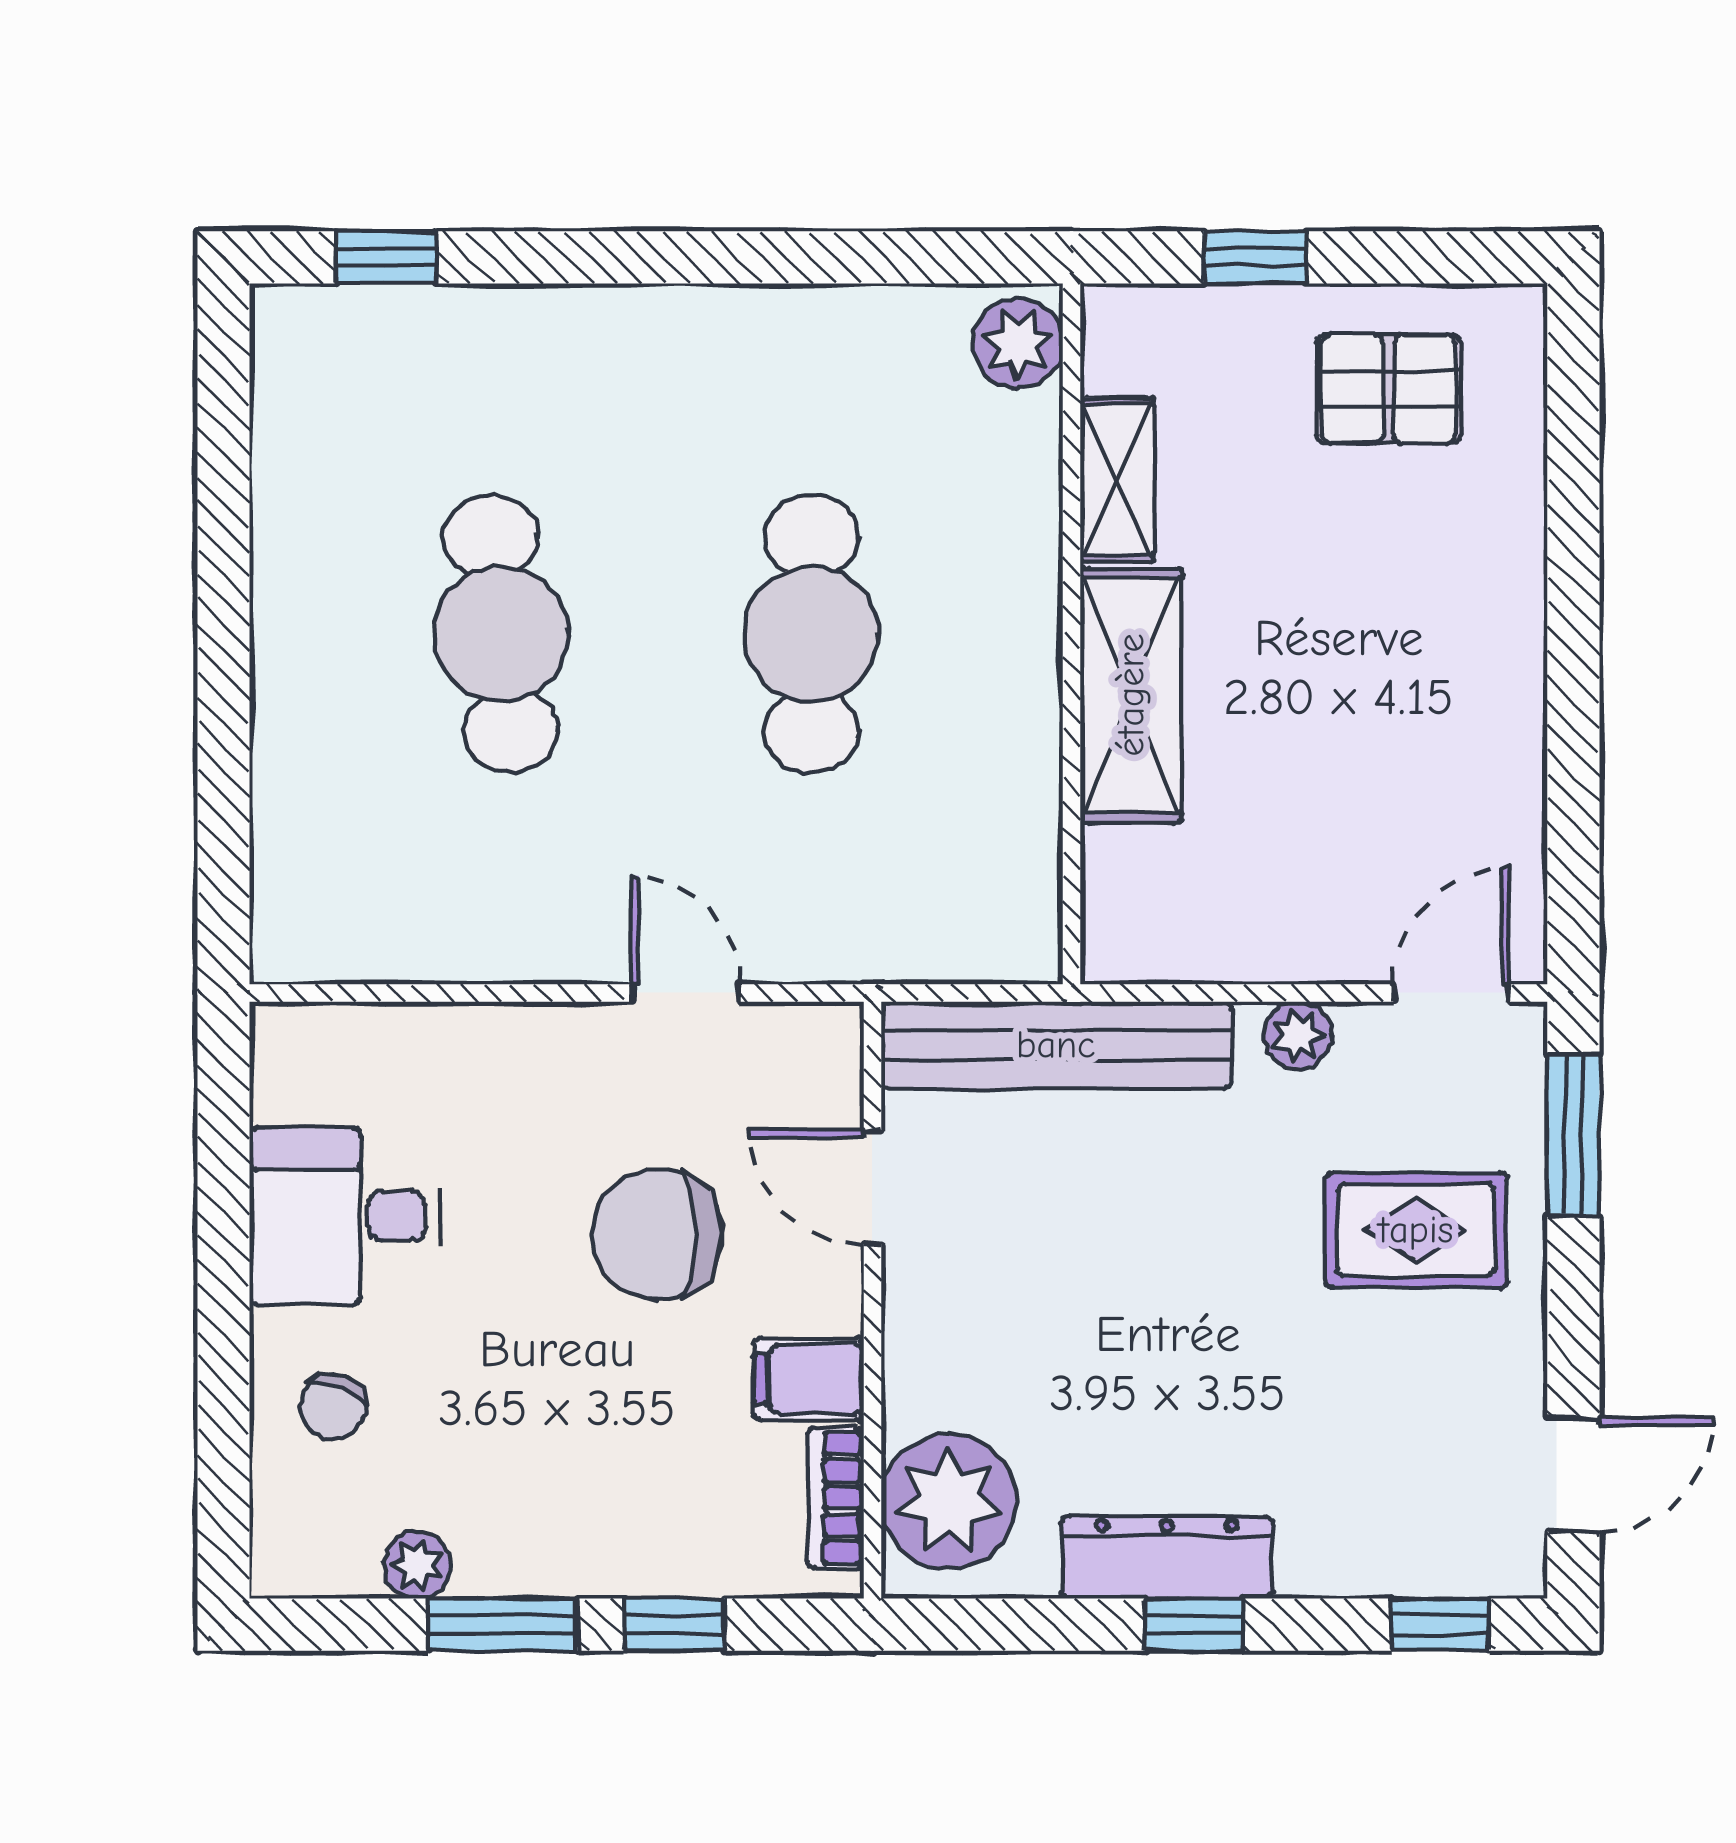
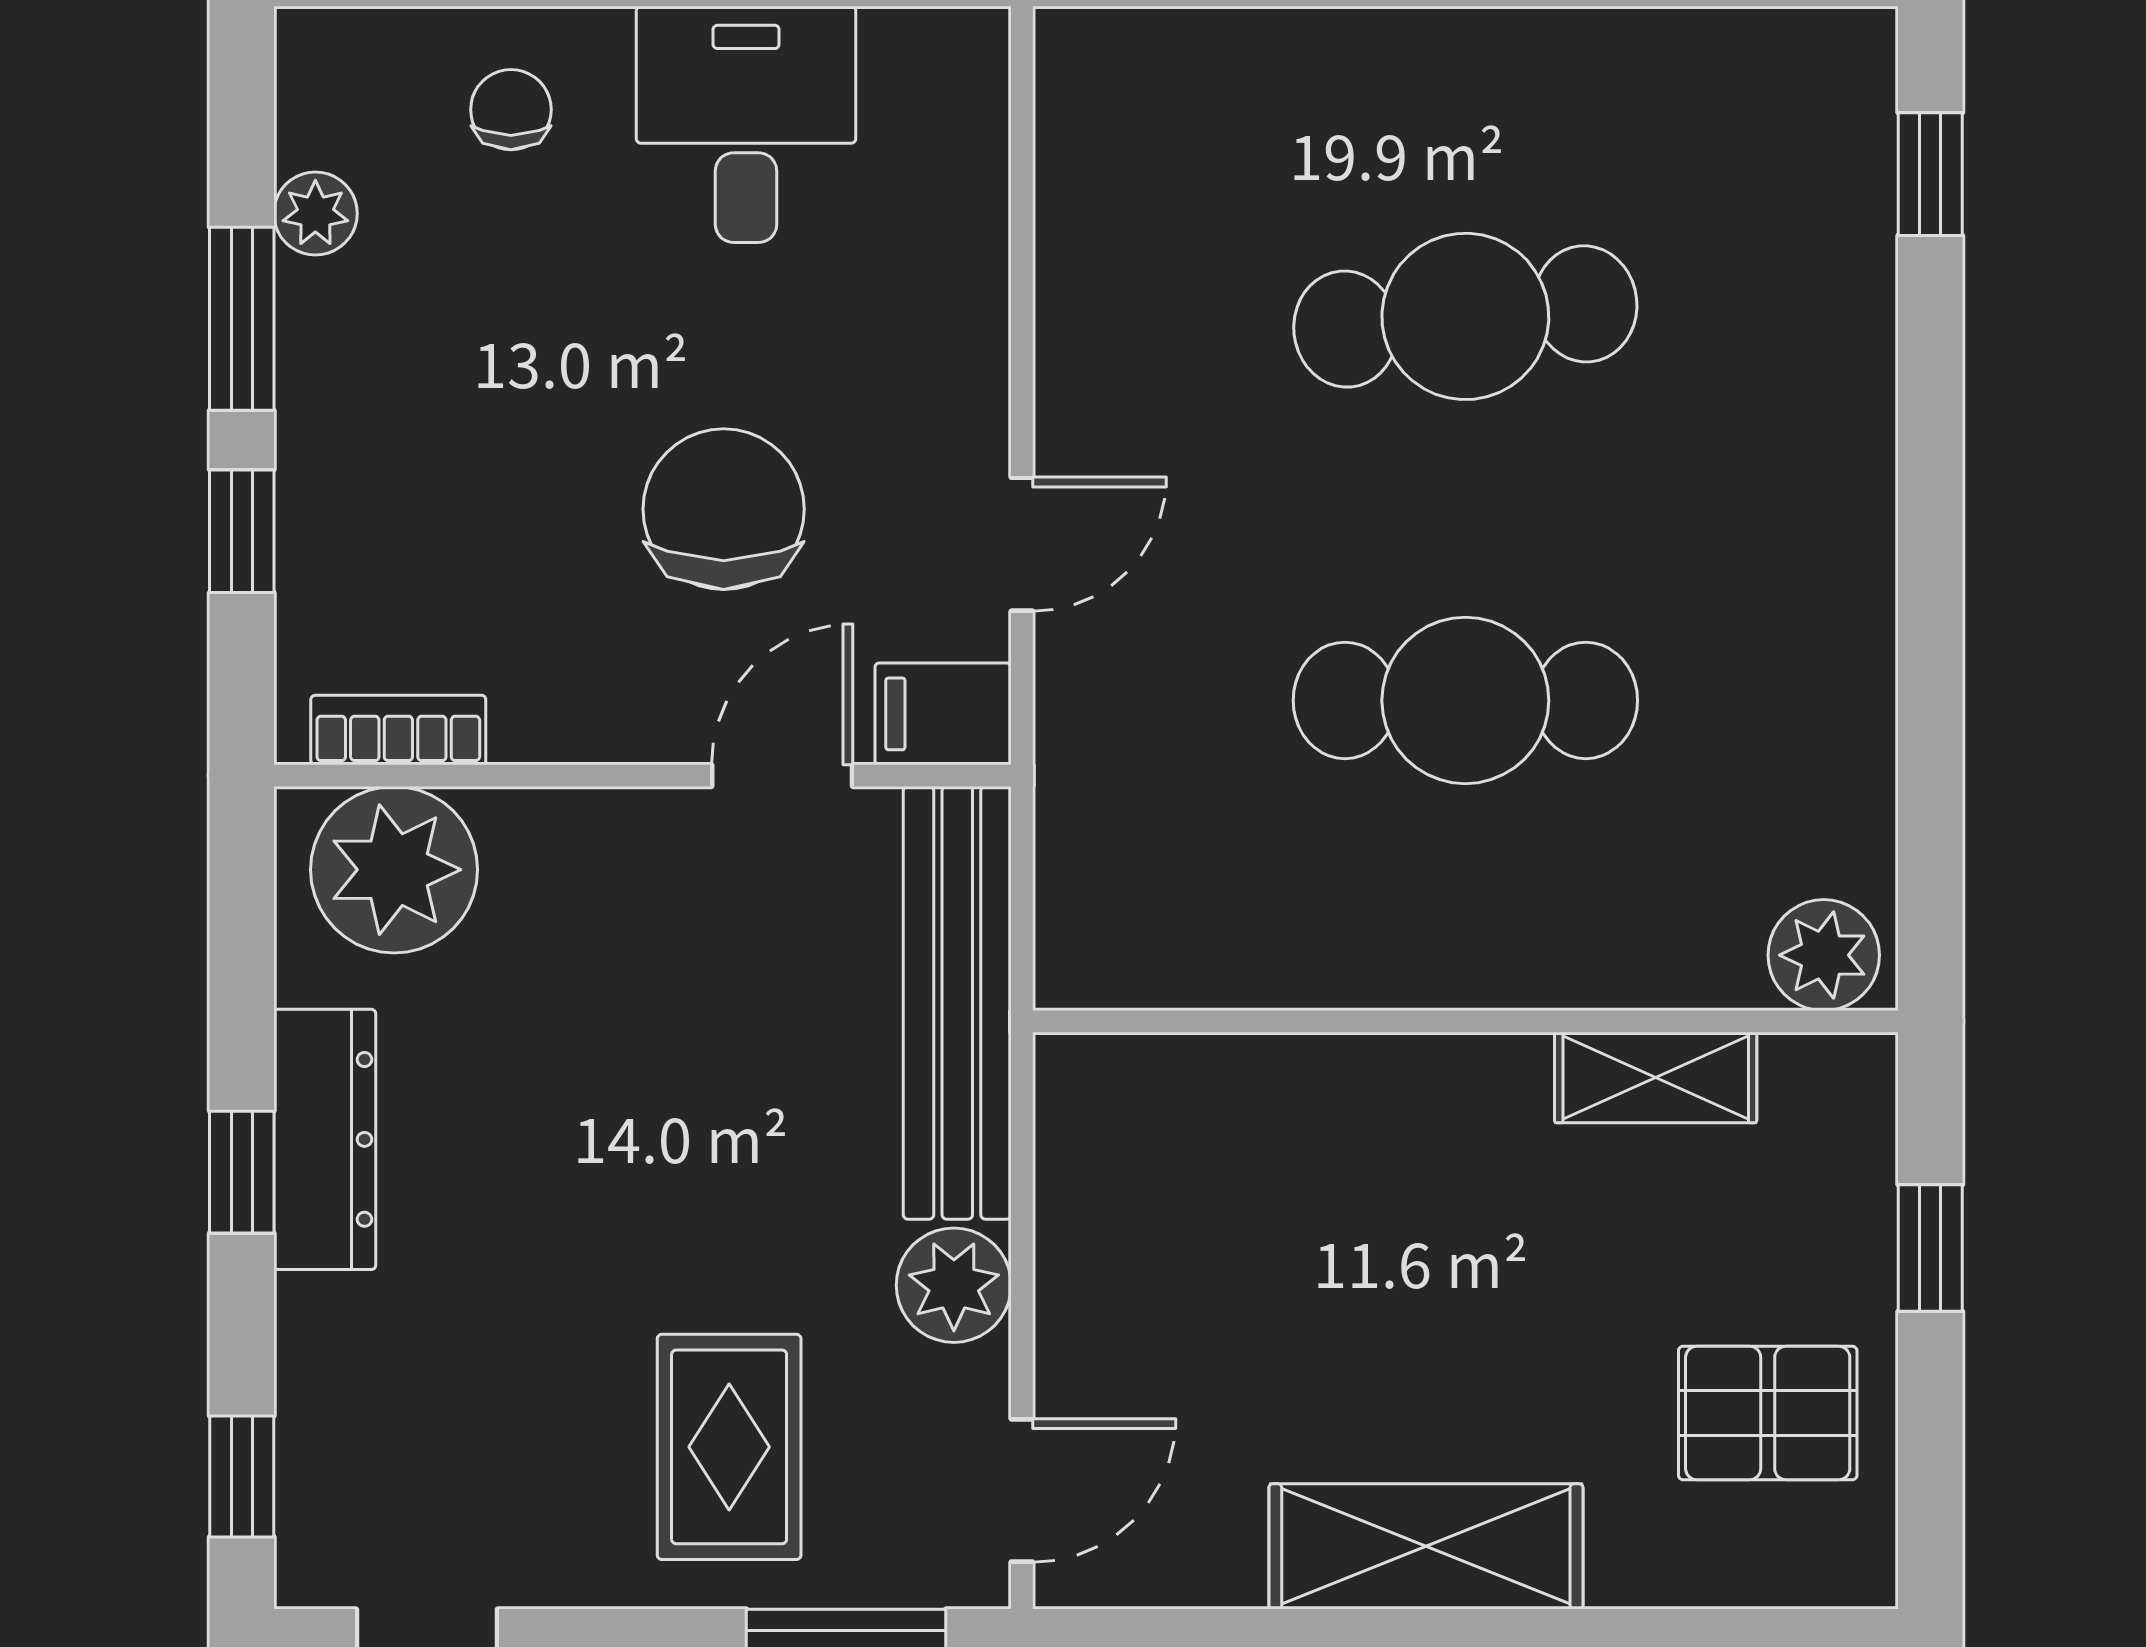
pallet: (1389, 389) -> (1768, 1413), turned 90
shelving: (1131, 695) -> (1426, 1546), moved
door: (1451, 993) -> (1022, 1490), hinge flipped
plant: (1298, 1035) -> (954, 1285), width x1.38, depth x1.38
filing cabinet: (809, 1379) -> (943, 714), moved, turned -90
chair: (333, 1407) -> (511, 110), turned 71

